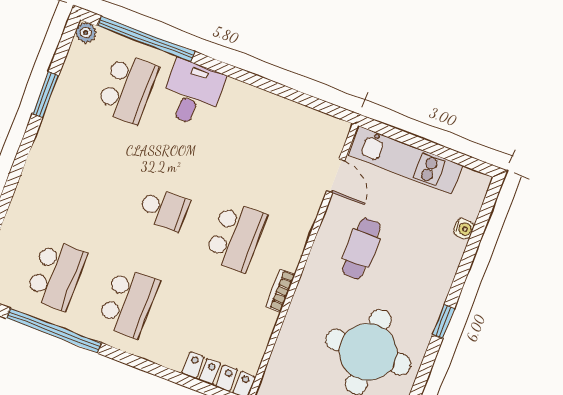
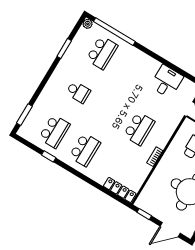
desk: (192, 93) -> (167, 81), moved
school desk: (164, 209) -> (78, 92), moved
window: (54, 331) -> (49, 156), width x0.32

